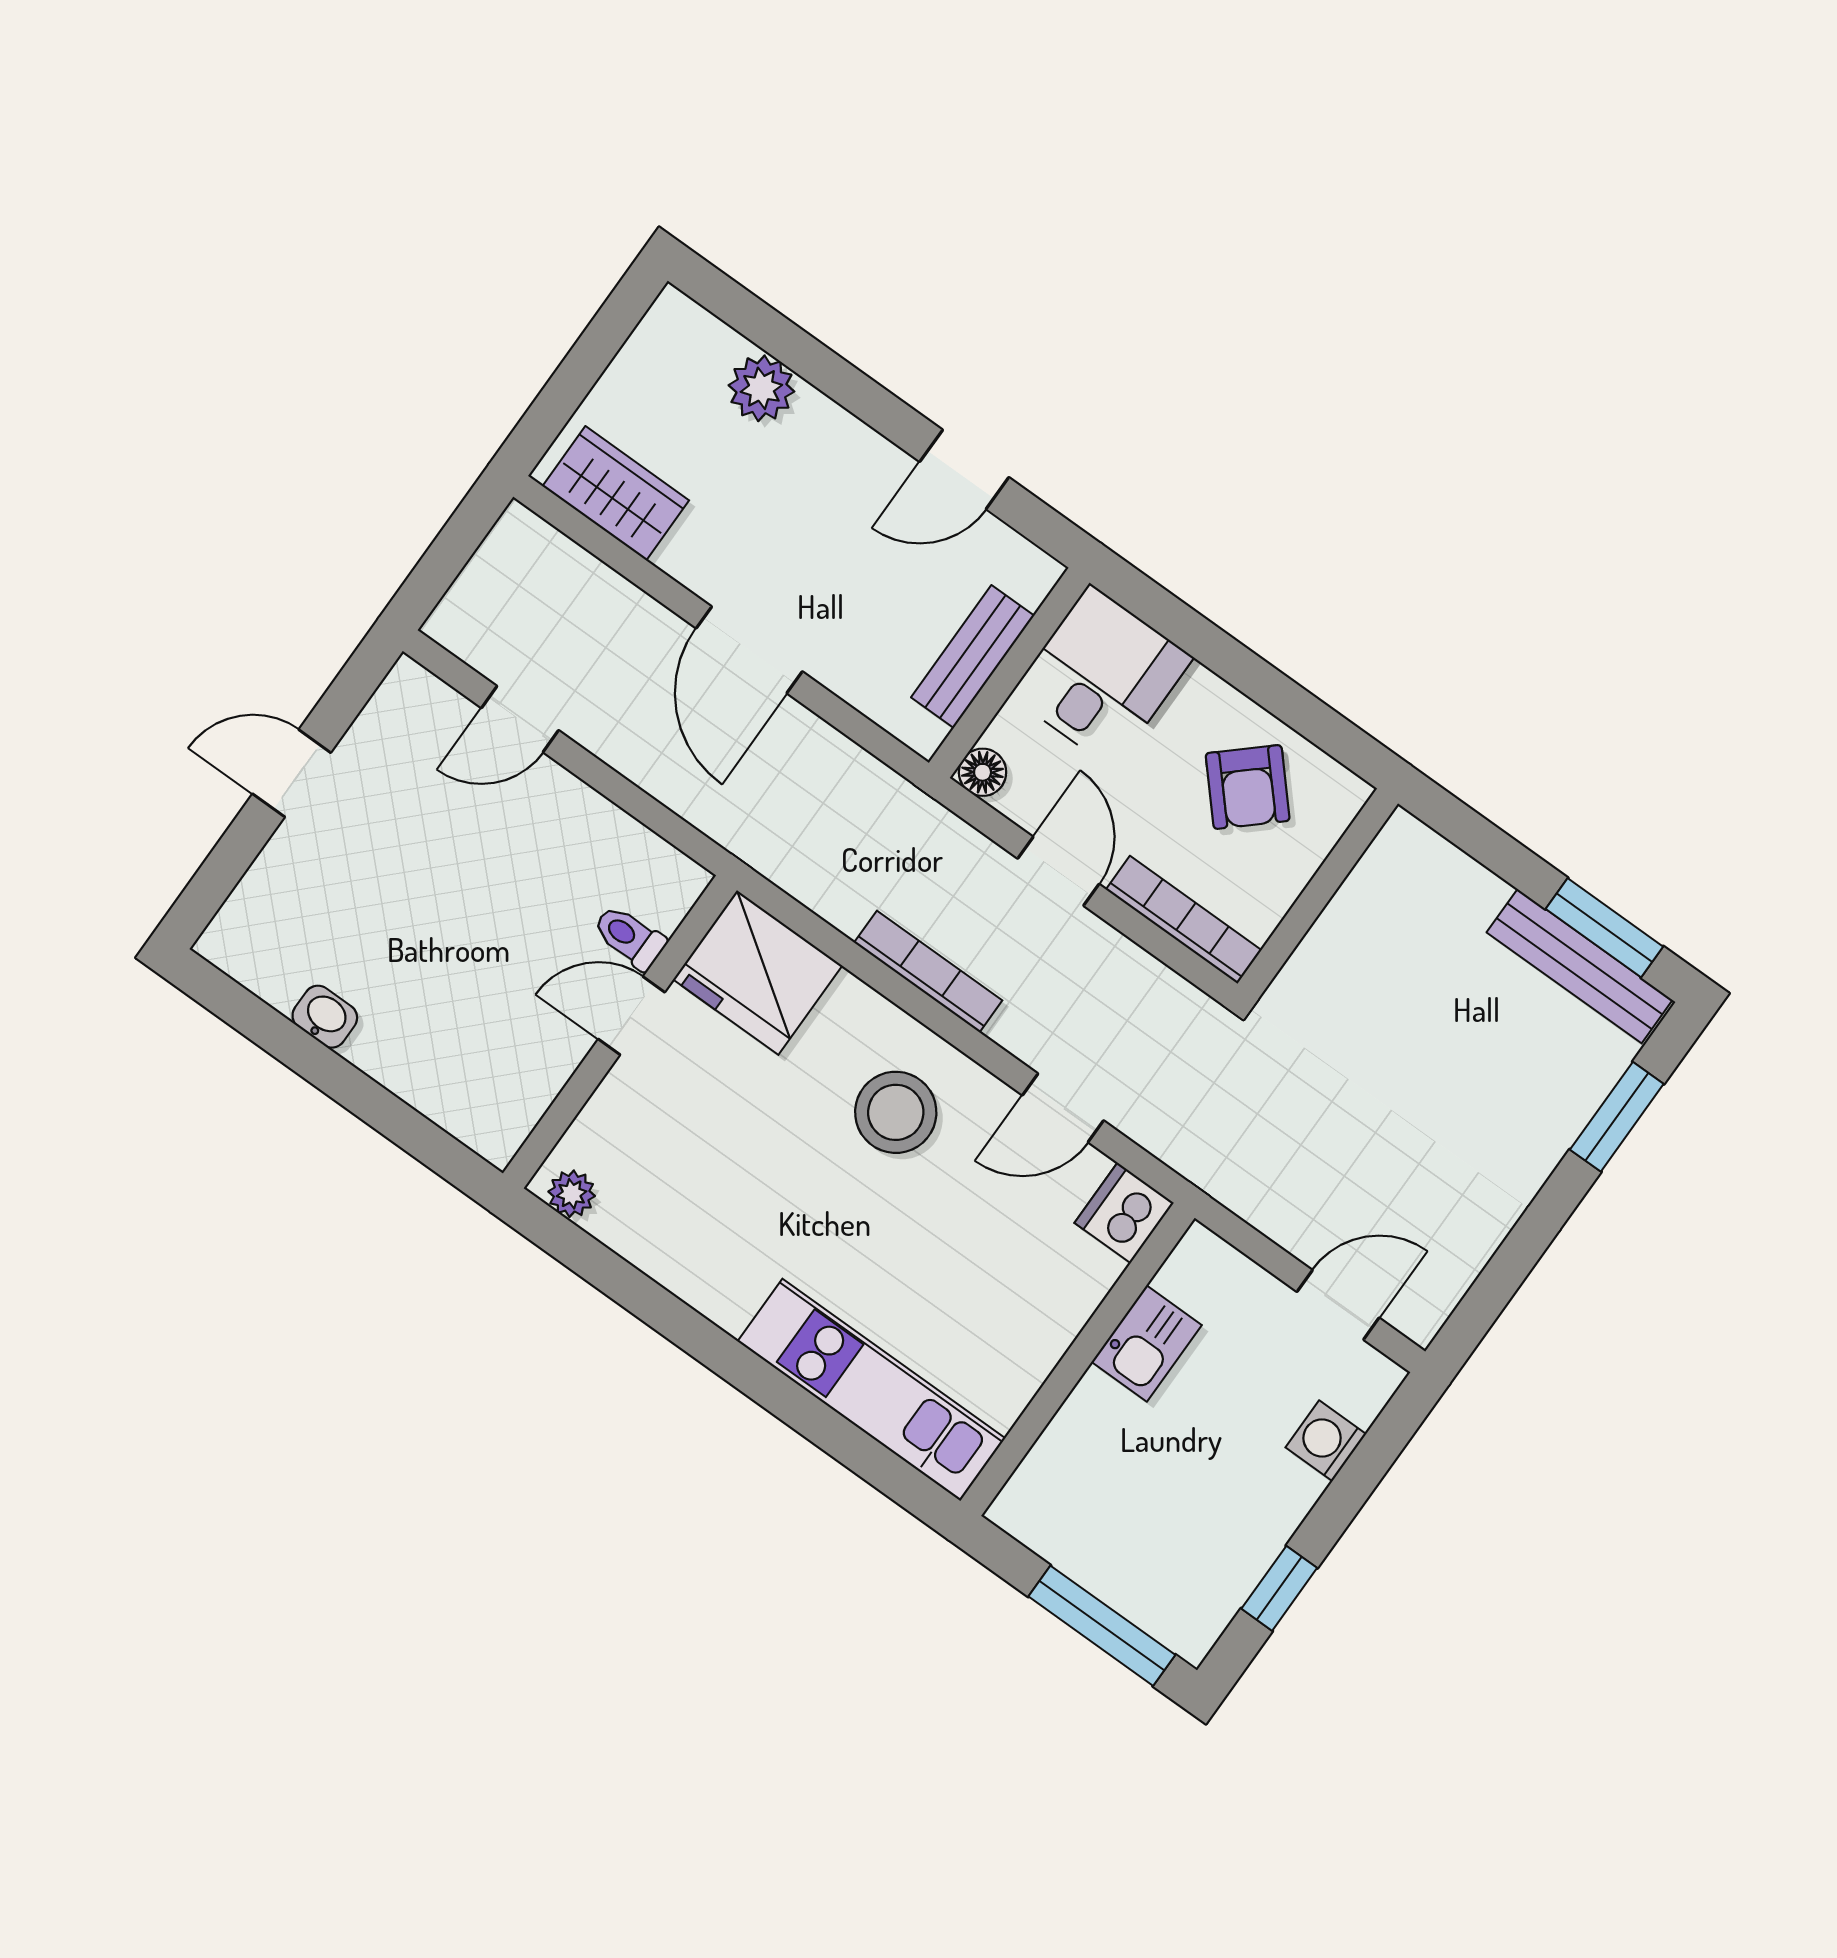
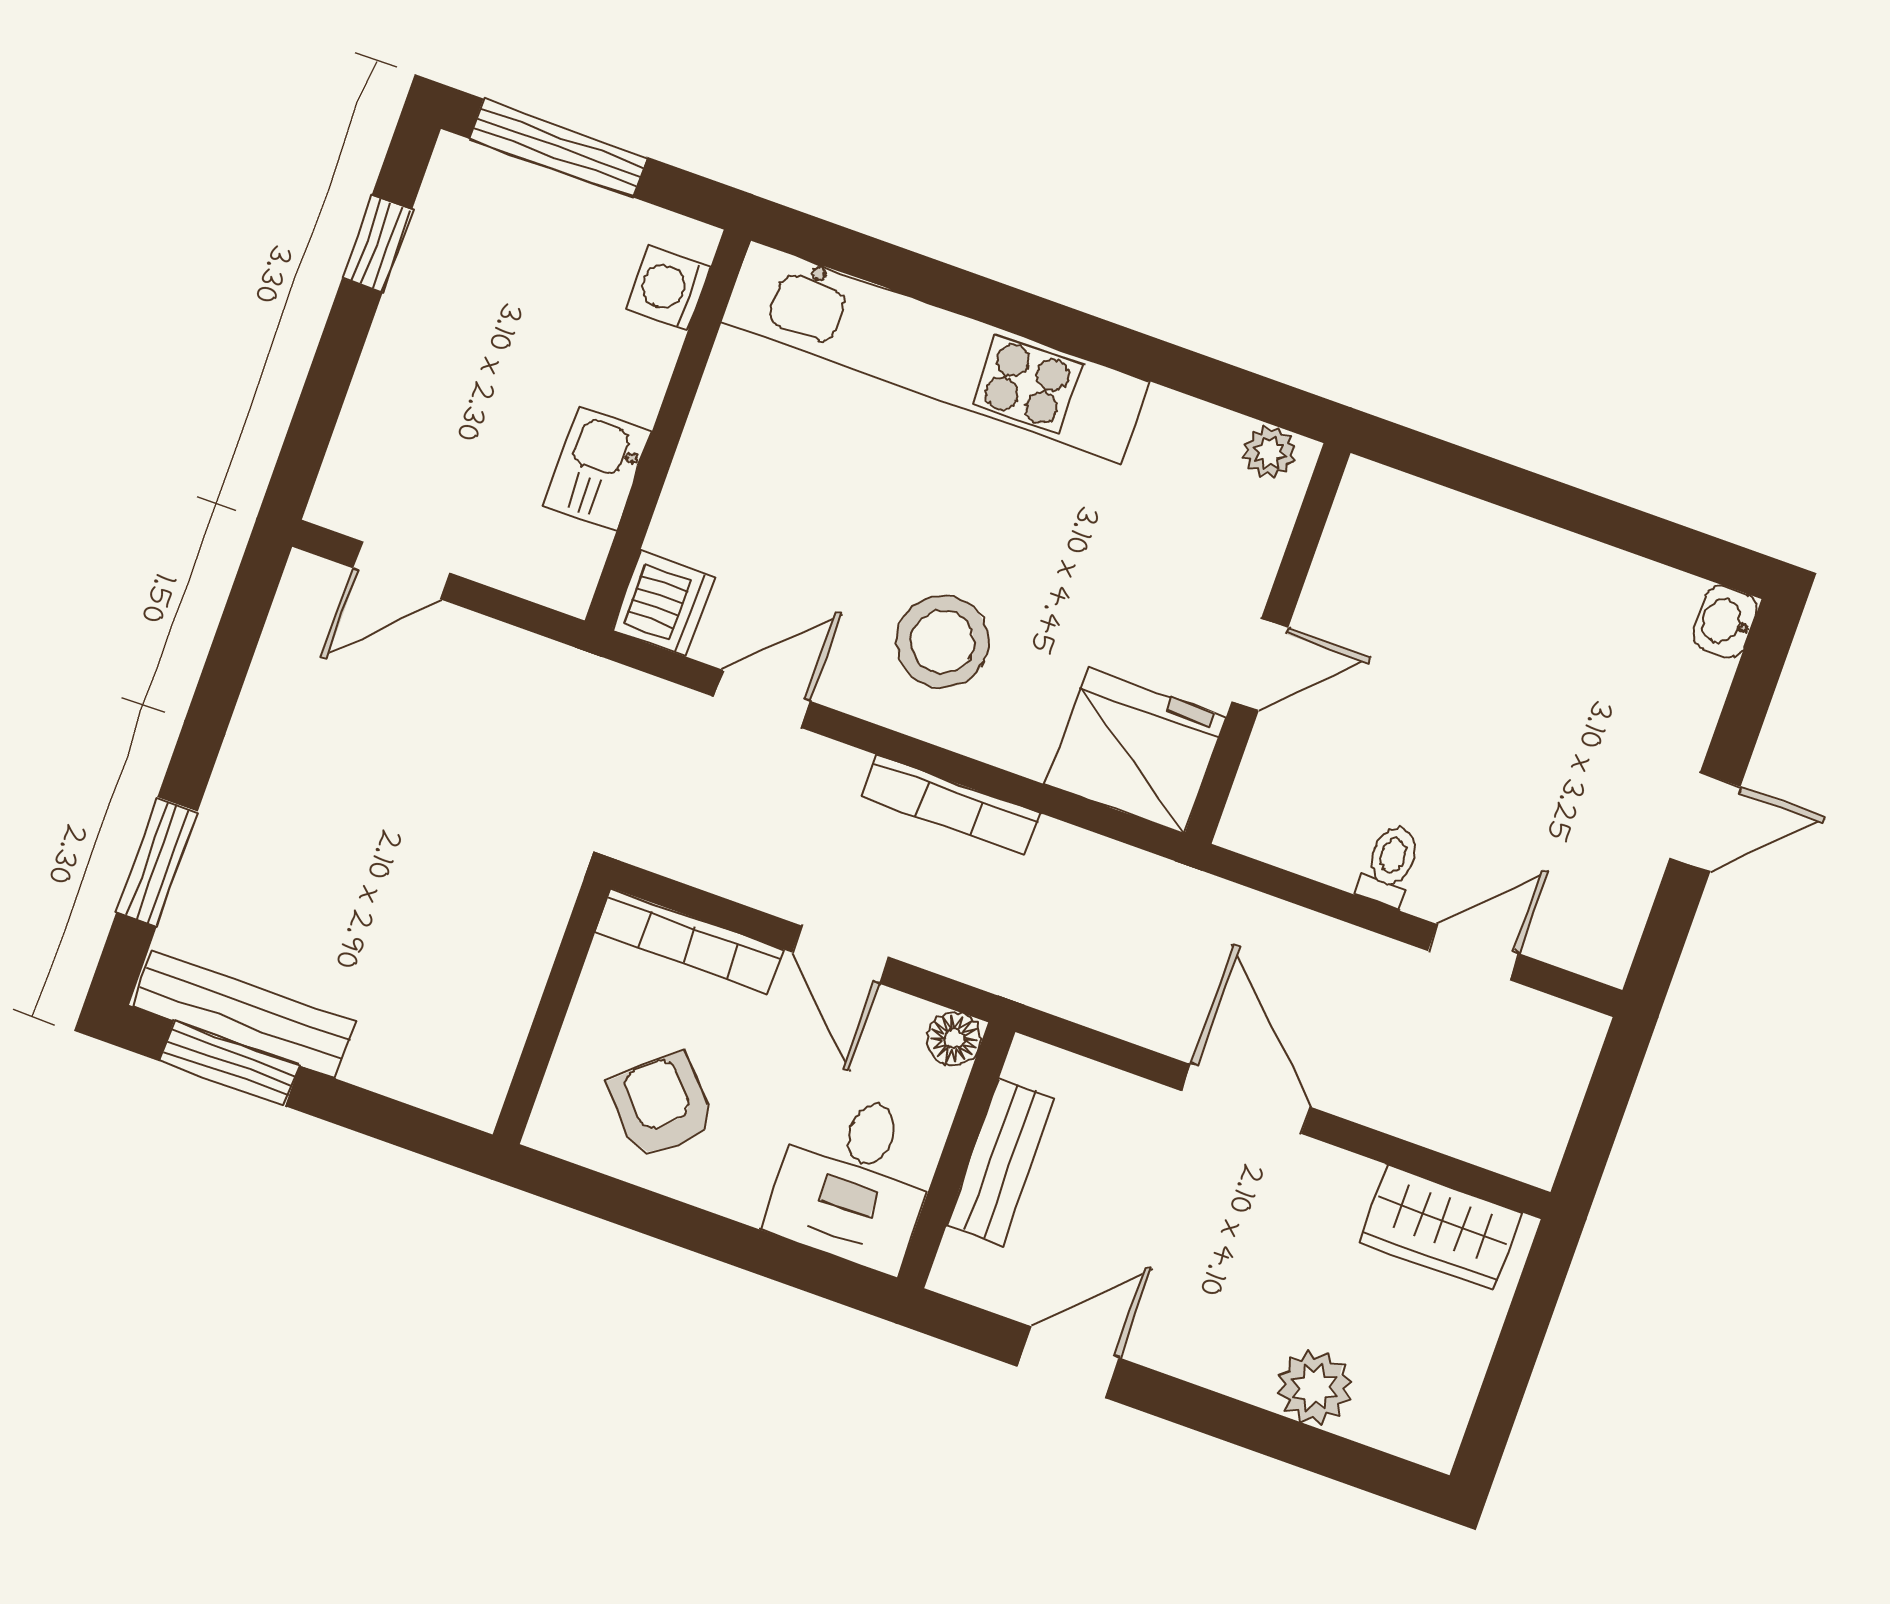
toilet: (629, 937) -> (1390, 866), moved, turned -90
washbasin: (325, 1017) -> (1725, 622), moved, turned 90
kitchen unit: (871, 1390) -> (935, 351), width x1.36
washing machine: (1326, 1441) -> (668, 288), moved, turned 180

